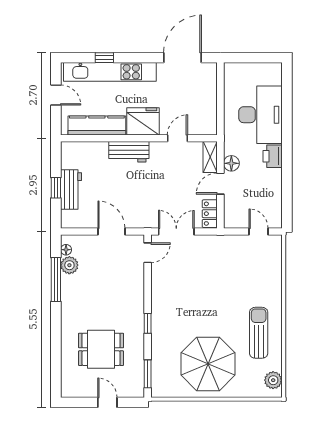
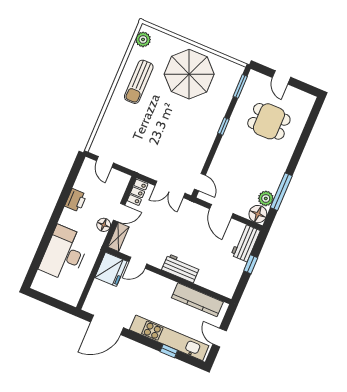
fridge: (143, 121) -> (111, 269), moved, turned -90
printer: (273, 156) -> (76, 200), moved
workbench: (71, 190) -> (246, 243), moved
floor lamp: (66, 250) -> (258, 214), width x1.89, depth x1.89
door: (148, 253) -> (200, 182), swing flipped

